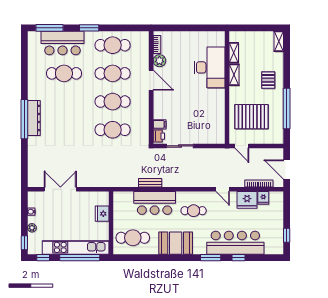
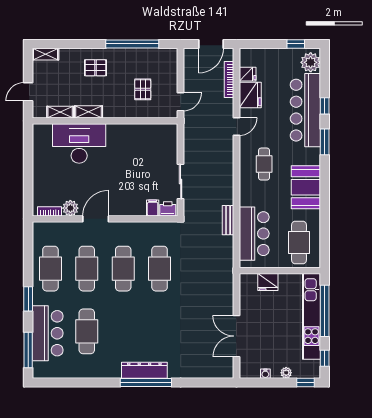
door: (249, 28) -> (28, 92), added
pallet: (251, 117) -> (143, 89), width x0.49, depth x0.50
bar counter: (155, 203) -> (254, 234), moved
plant: (272, 247) -> (311, 62), added

